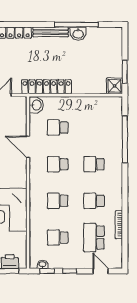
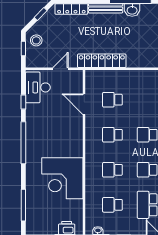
washbasin: (36, 105) -> (92, 78), removed
door: (28, 147) -> (84, 104), moved

